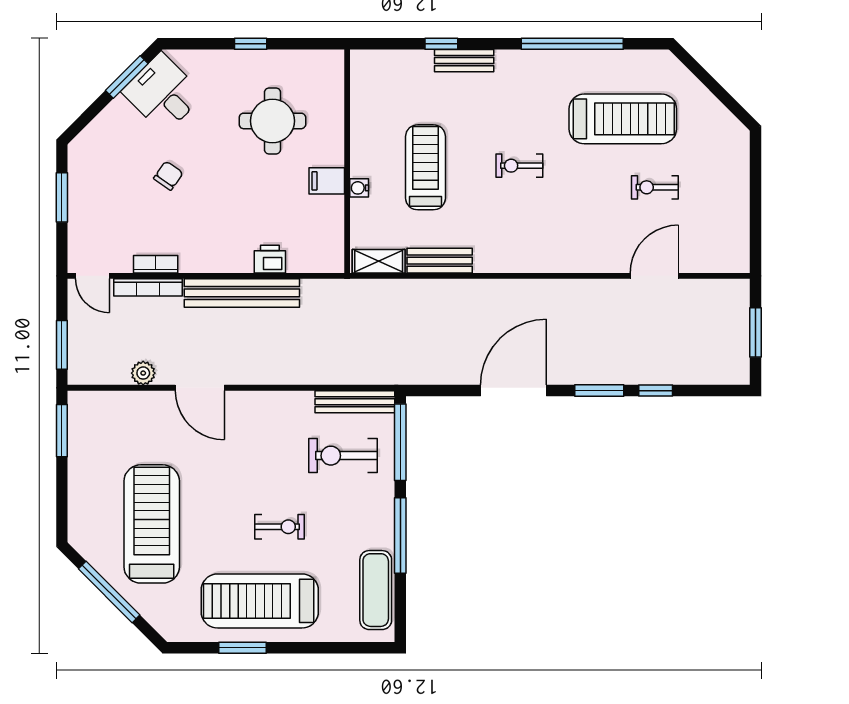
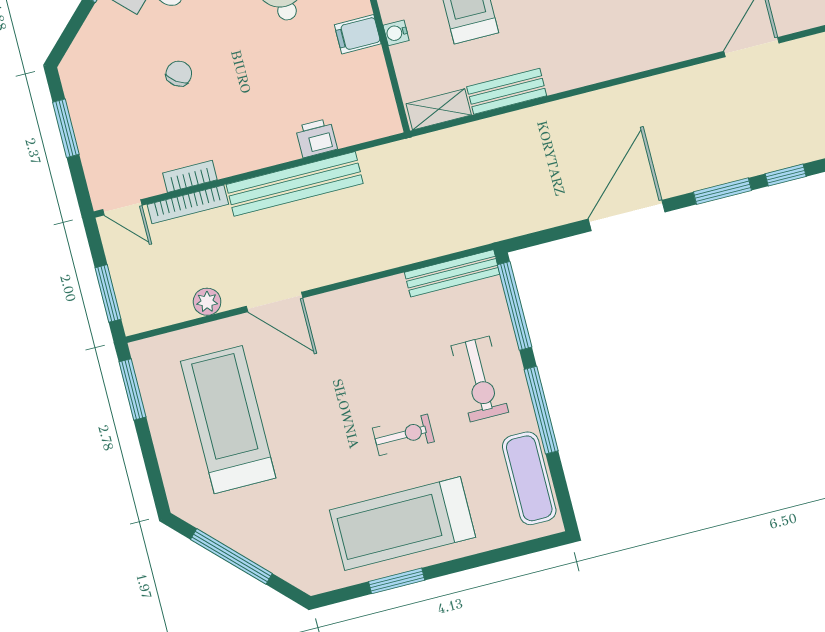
exercise bike: (343, 456) -> (480, 379), moved, turned -90
treadmill: (152, 524) -> (228, 420), moved

